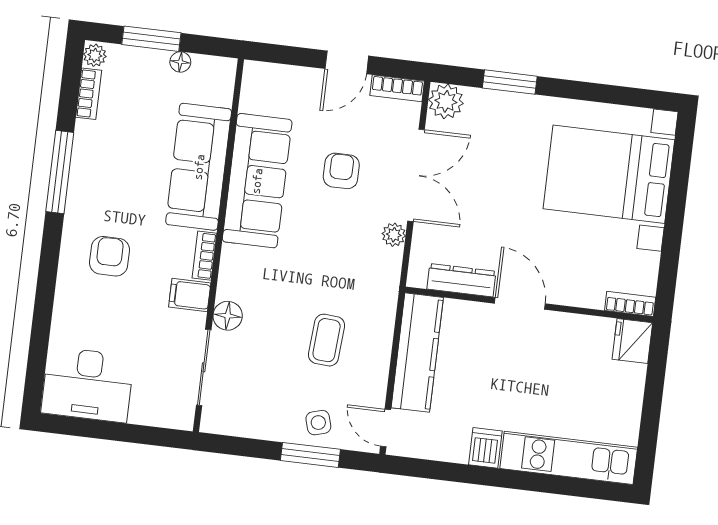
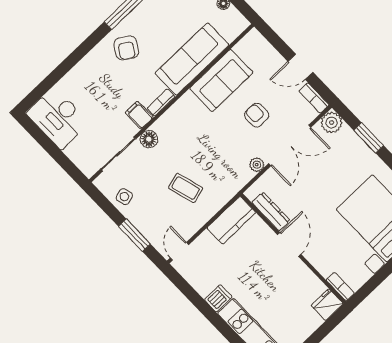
armchair: (341, 171) -> (257, 115), turned -90
sofa: (257, 181) -> (221, 81), width x0.73
armchair: (109, 256) -> (126, 48), moved, turned 122
coffee table: (327, 340) -> (186, 188), turned 70
kitchen counter: (417, 353) -> (231, 220), width x0.67
side table: (318, 423) -> (124, 197), moved

